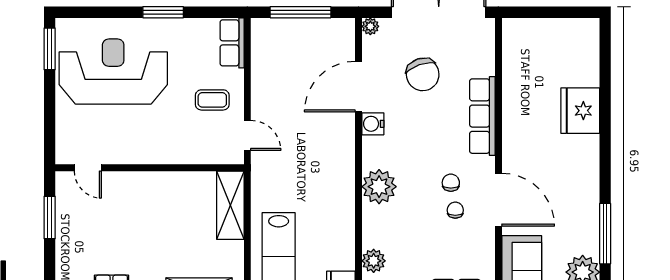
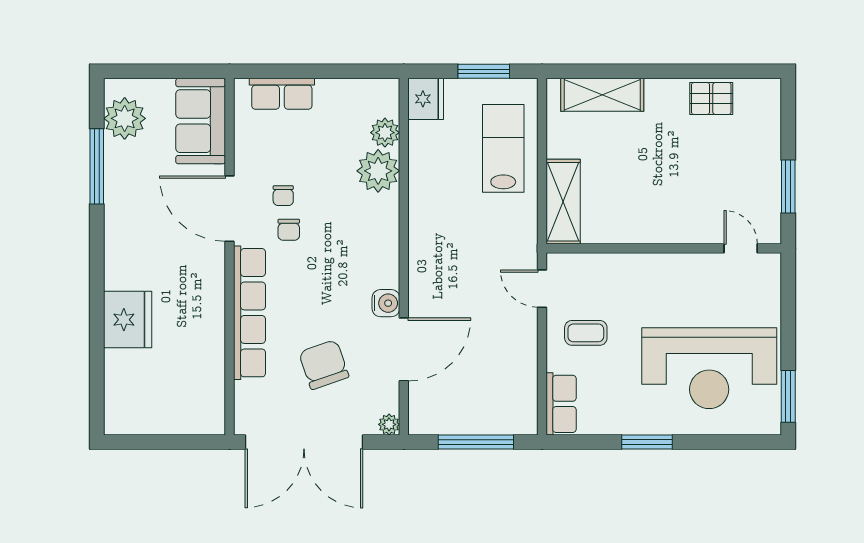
row of seats: (482, 116) -> (250, 313), width x1.36
plant: (379, 187) -> (378, 171), moved

